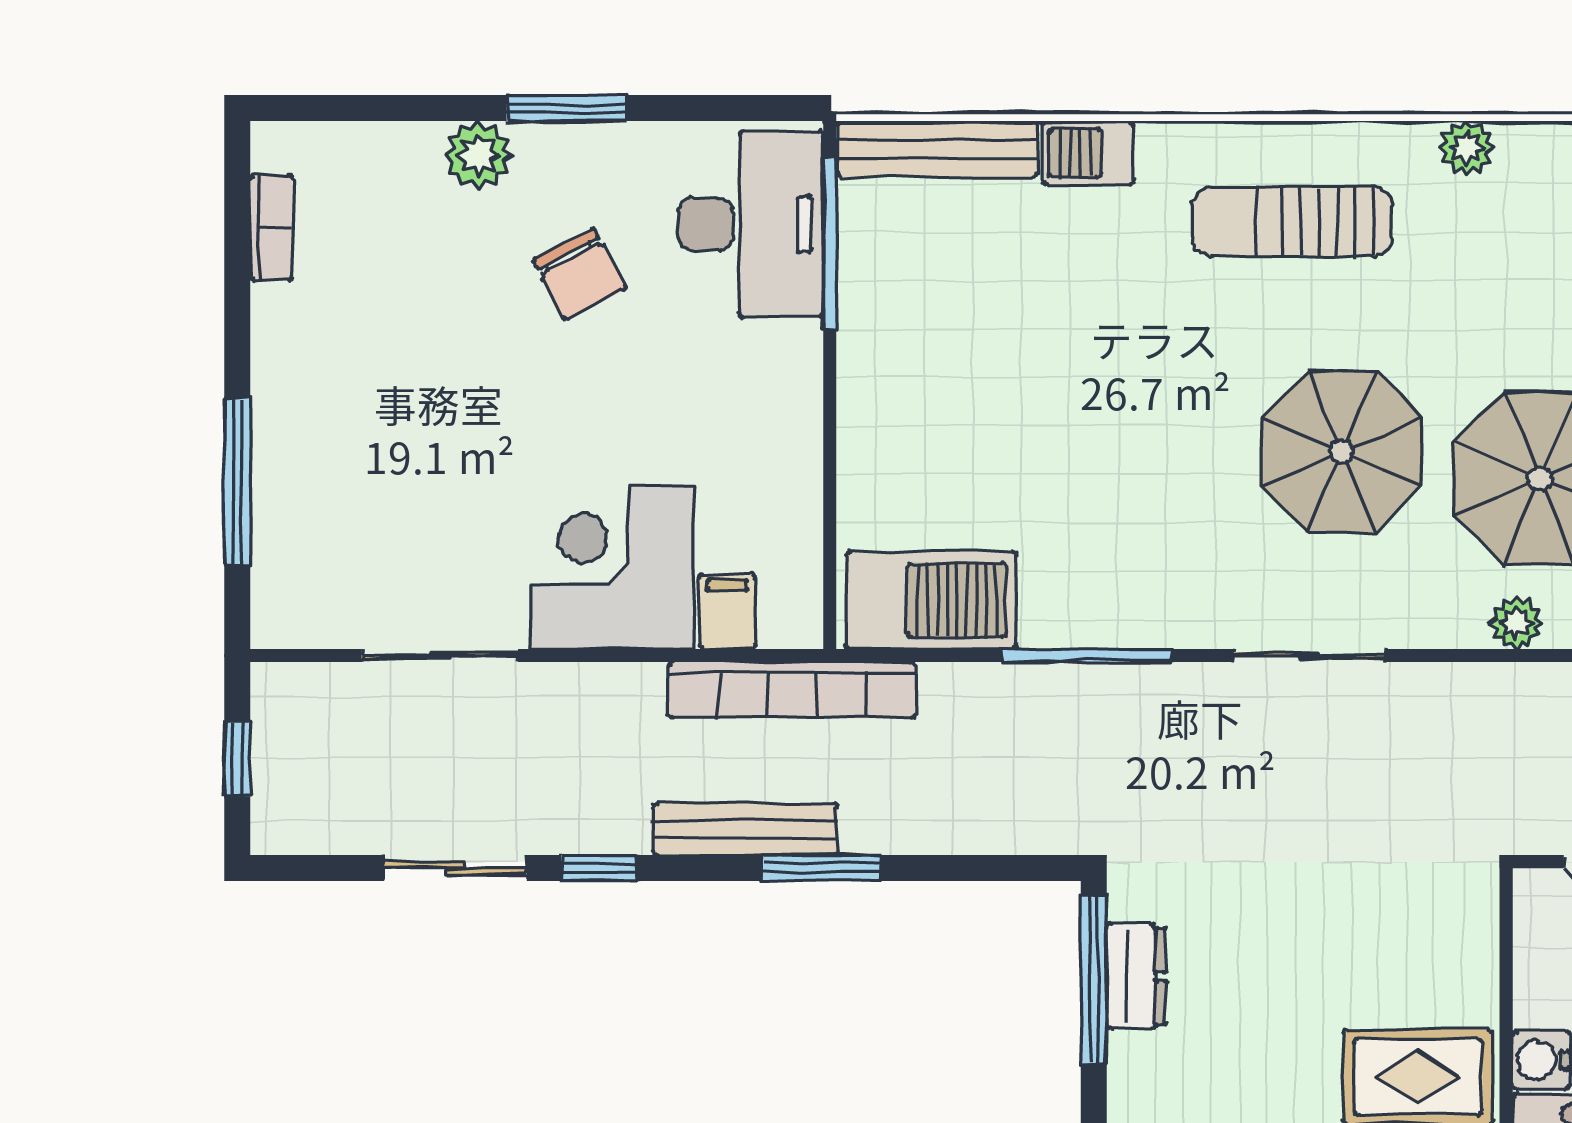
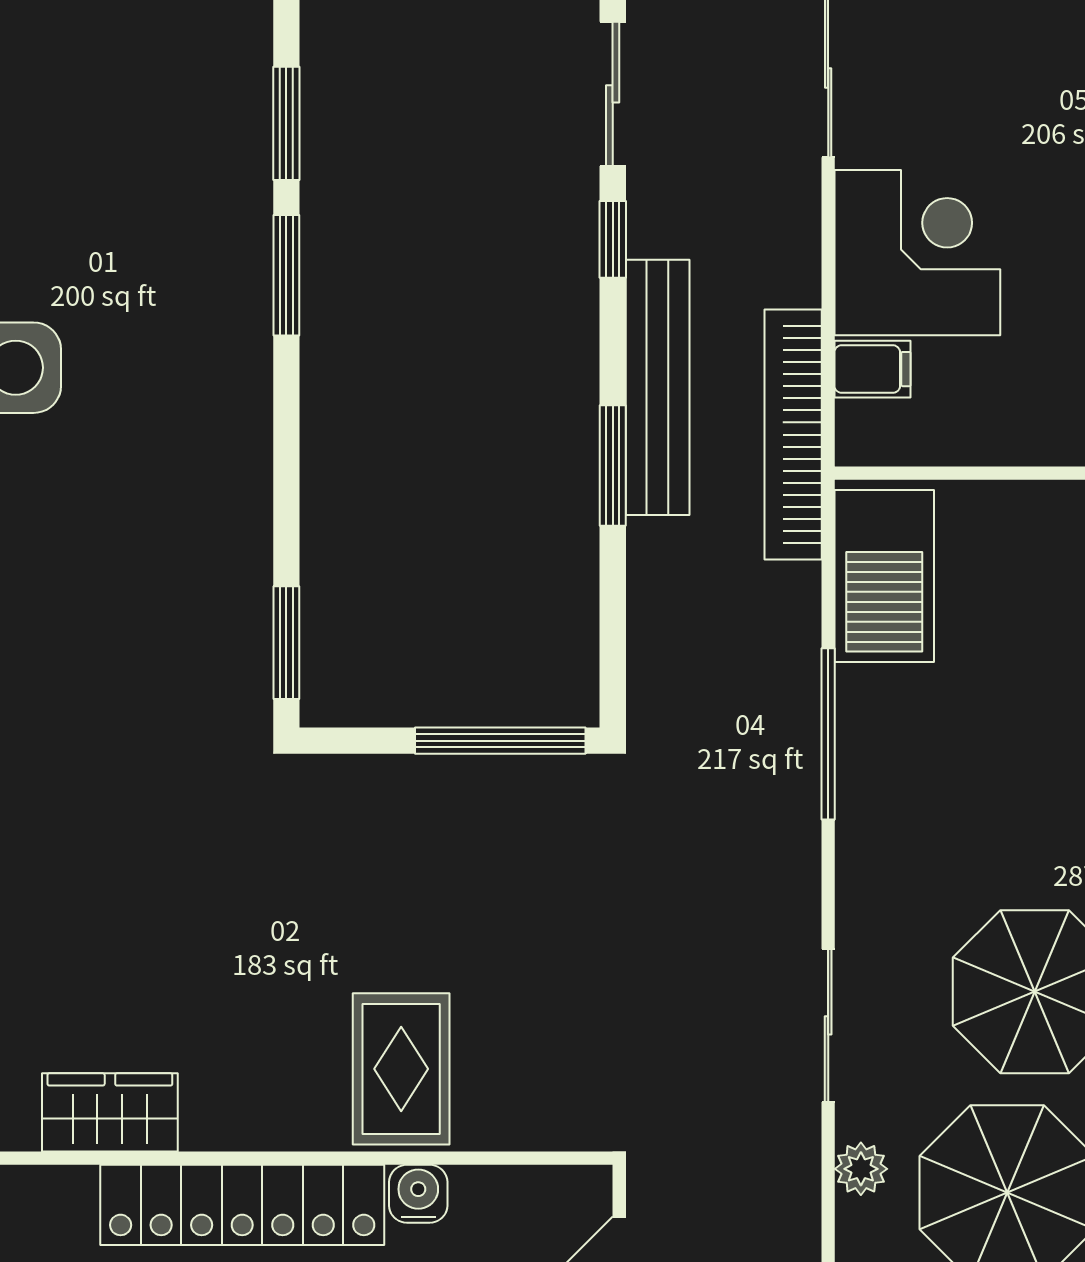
sliding door: (1310, 655) -> (828, 1025), moved
bench: (745, 829) -> (658, 387), width x1.37, depth x1.21
dresser: (1136, 976) -> (503, 784), removed

